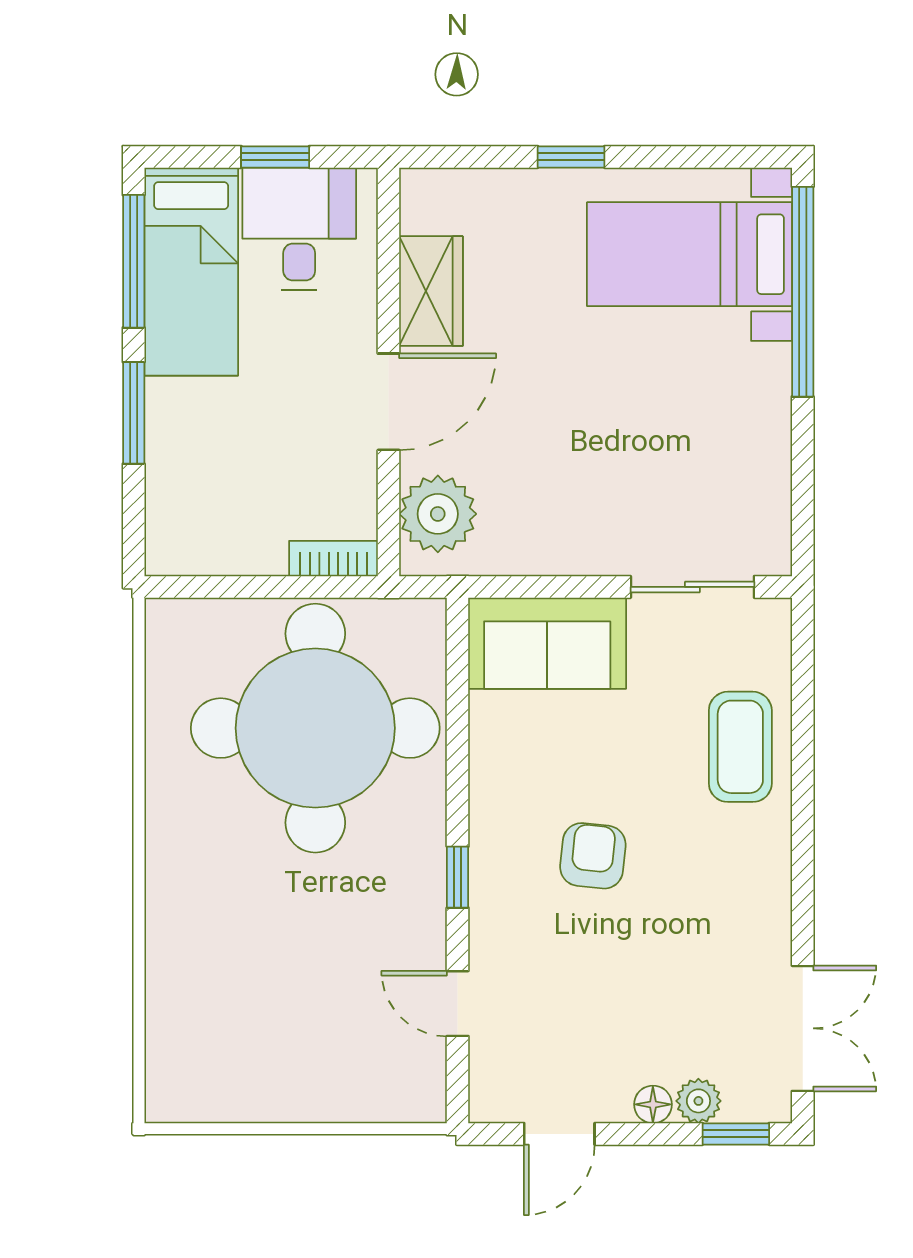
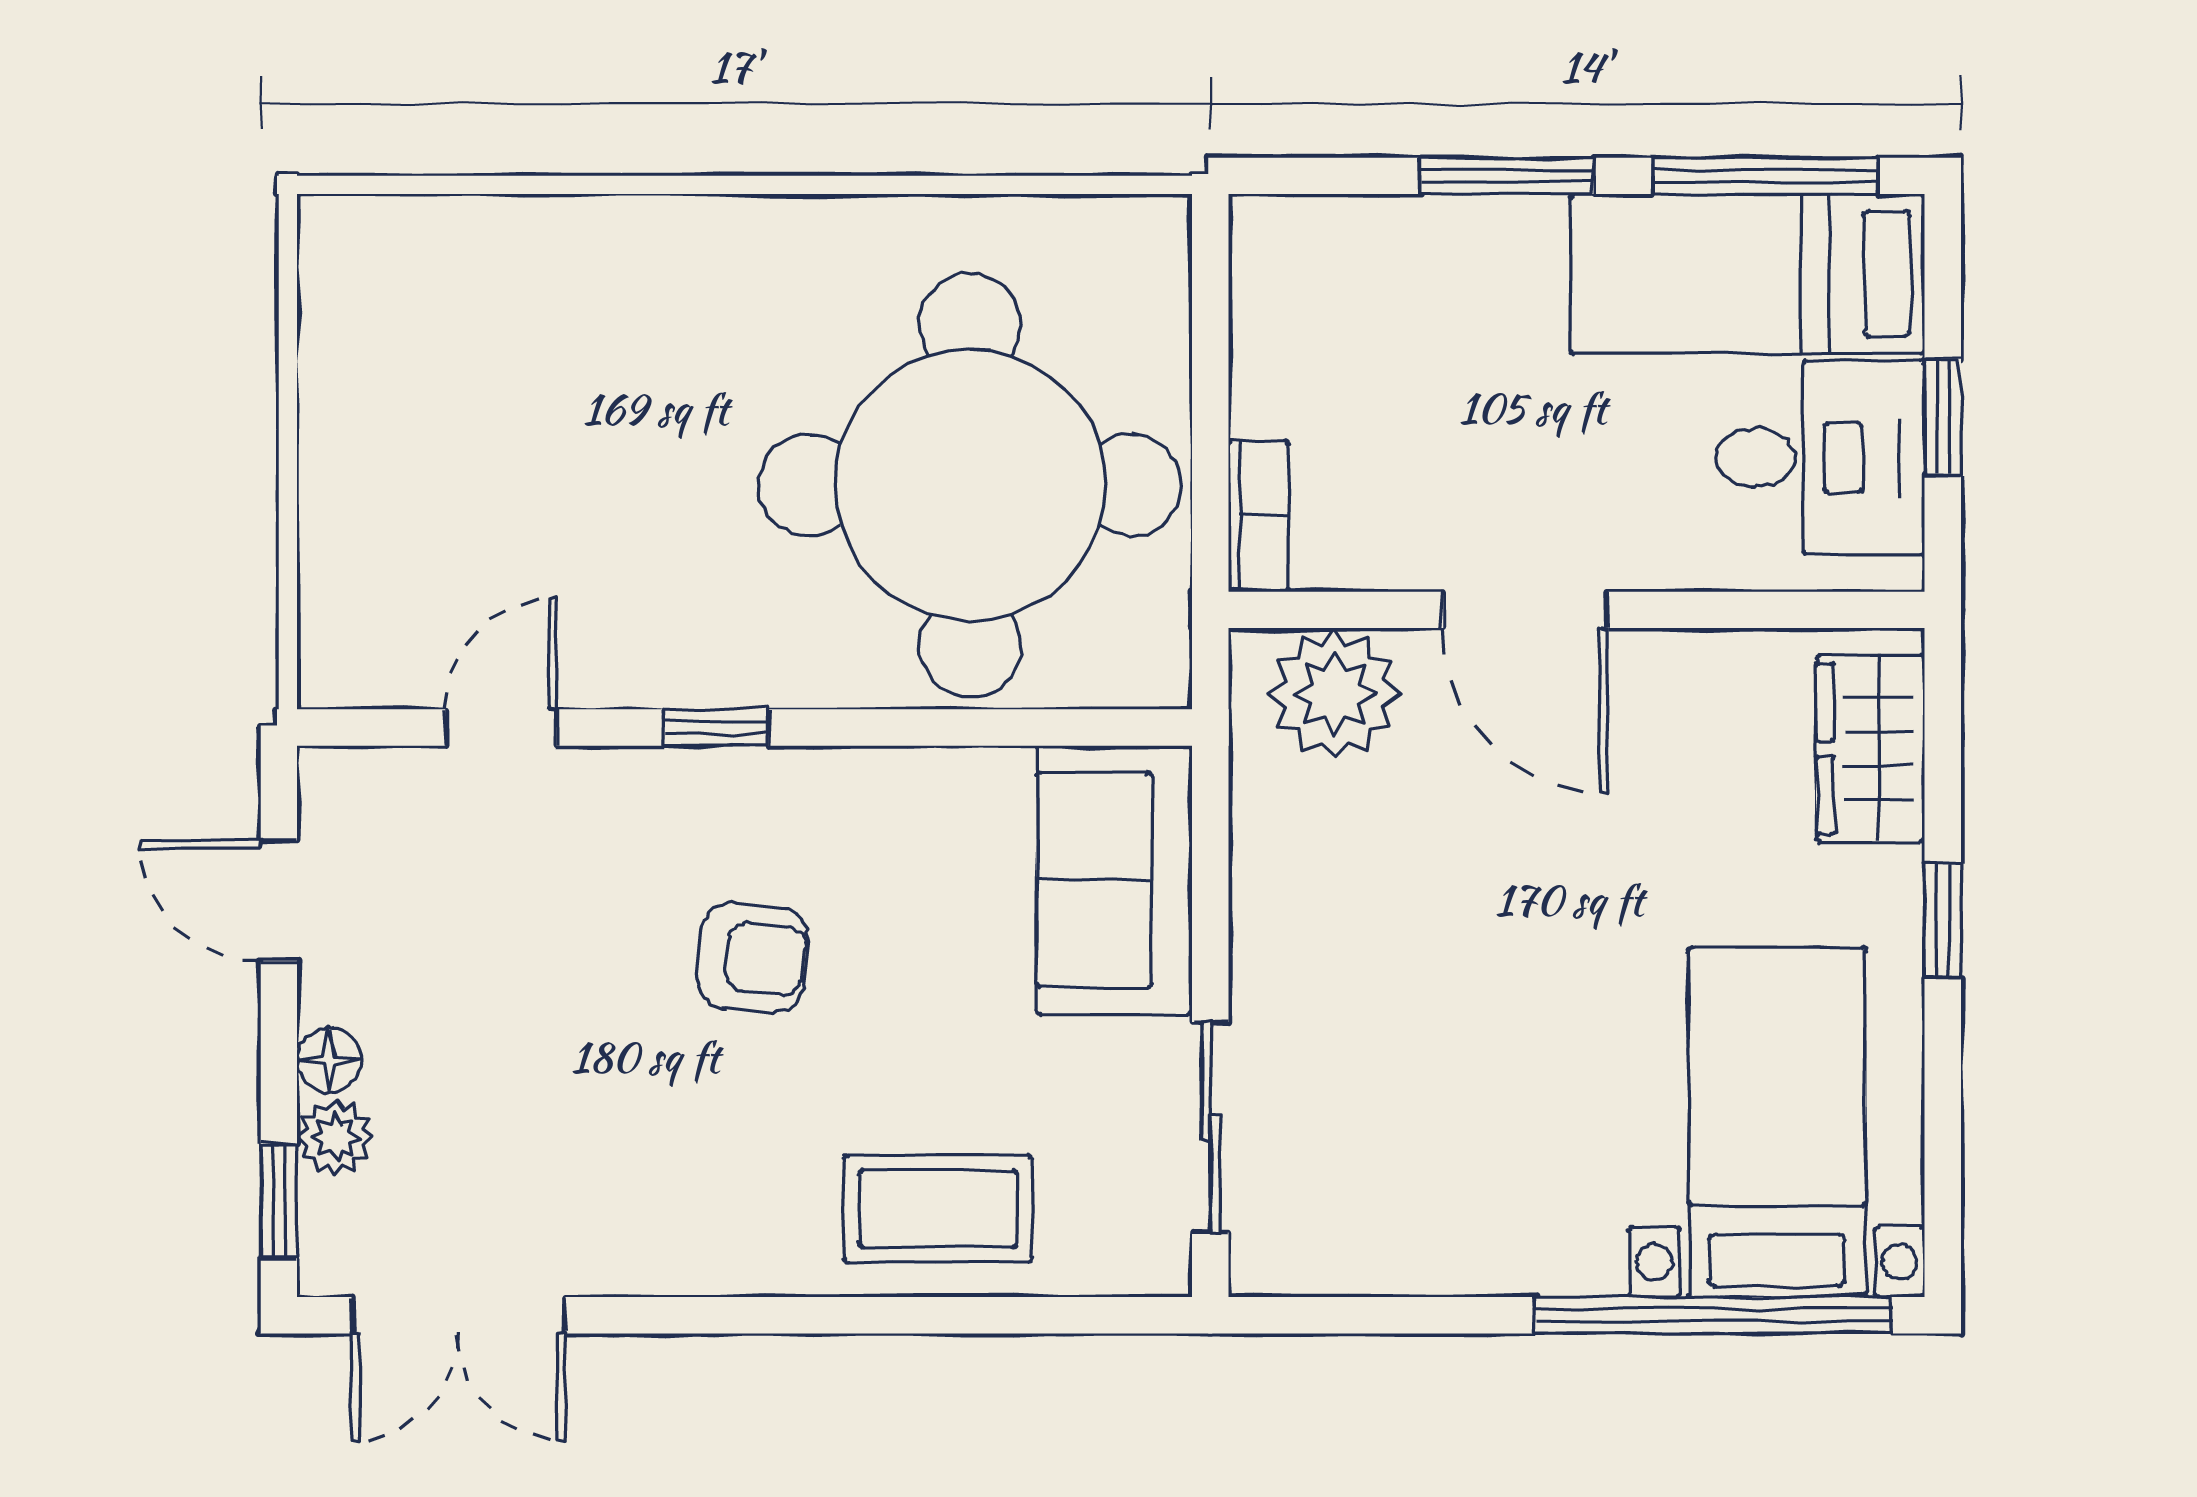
wardrobe: (431, 291) -> (1870, 749), moved, turned 90

